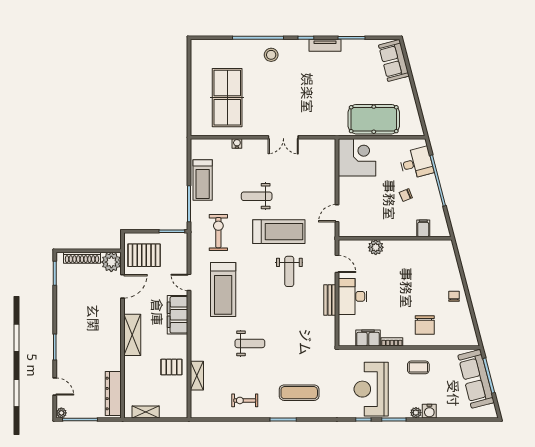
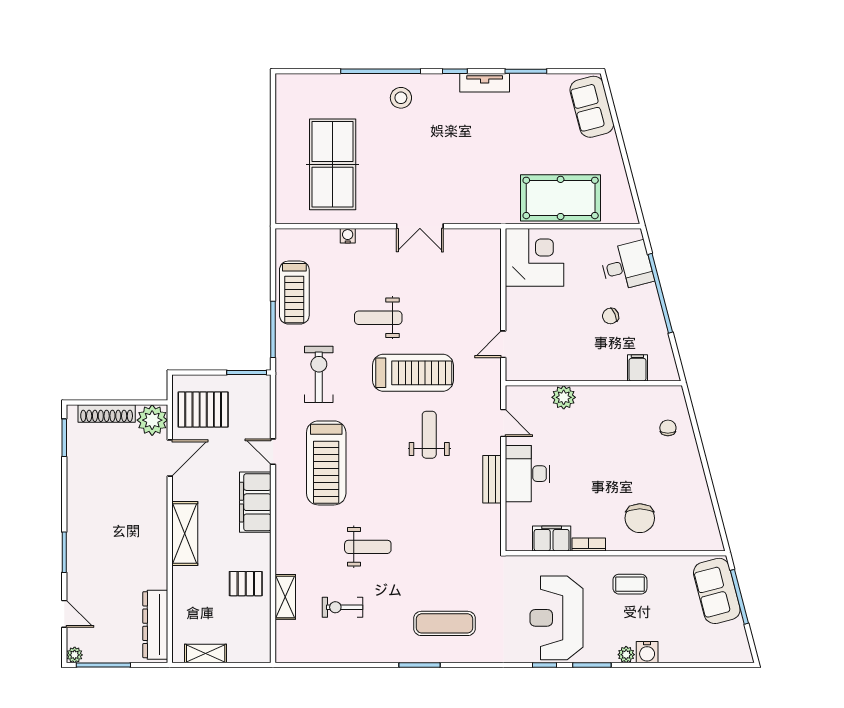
weight bench: (289, 271) -> (429, 435), turned 180
chair: (454, 296) -> (668, 428), moved
sofa: (476, 379) -> (717, 591), width x0.73
exercise bike: (245, 400) -> (343, 607), moved

